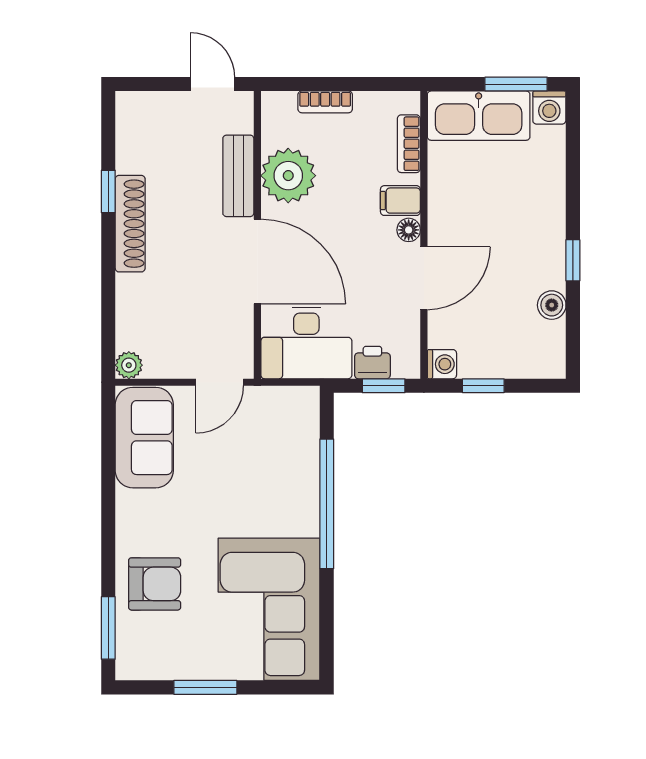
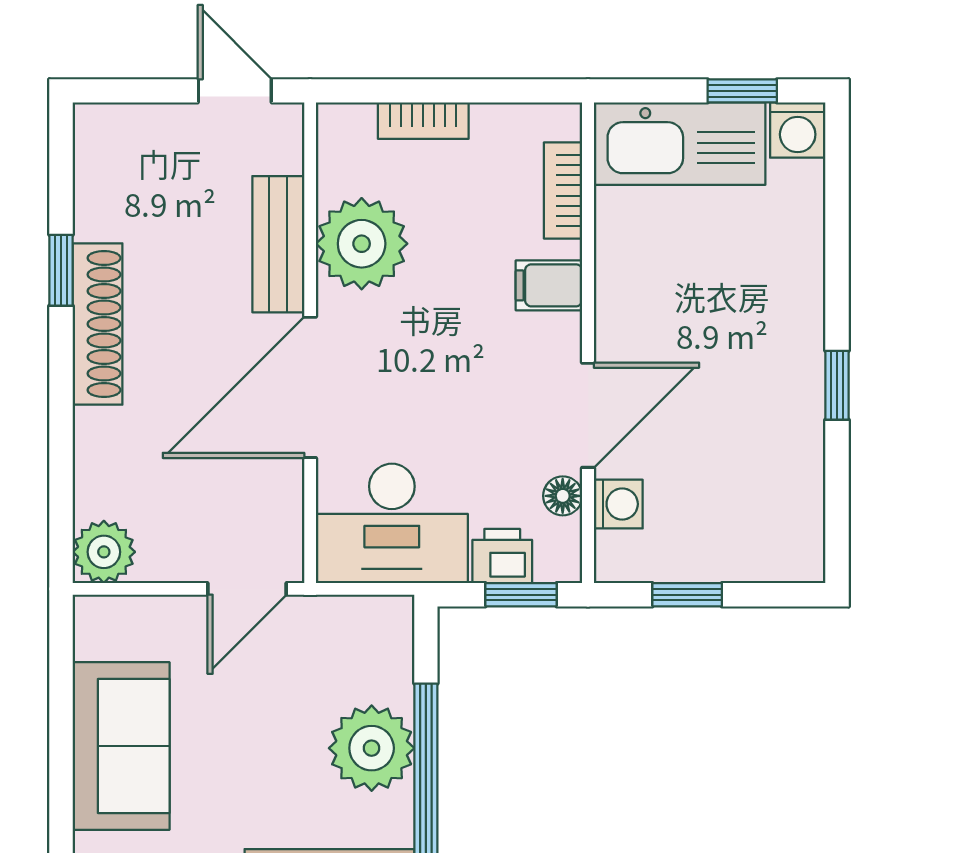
window: (516, 84) -> (742, 91), width x0.67
floor lamp: (409, 230) -> (563, 496), moved
door: (257, 262) -> (310, 387), swing flipped
boiler: (552, 305) -> (802, 460), removed
washing machine: (442, 364) -> (618, 504), moved
plant: (129, 365) -> (104, 552), width x1.38, depth x1.38
sofa: (144, 438) -> (121, 746), moved
plant: (294, 478) -> (372, 748), added

